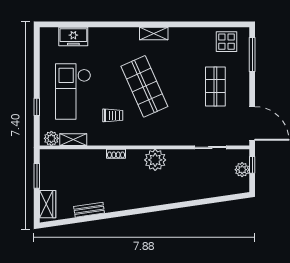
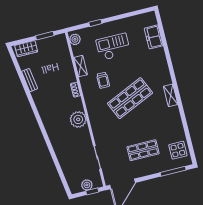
checkout: (73, 92) -> (113, 47), width x0.73, depth x0.83
shelving: (73, 140) -> (81, 66), moved

